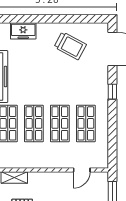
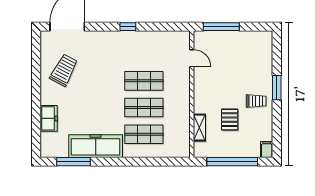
window: (112, 92) -> (128, 27), moved
shop shelf: (86, 123) -> (144, 54), removed

